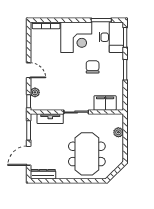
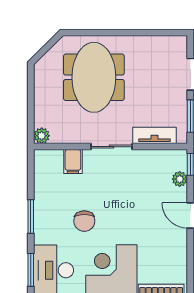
filing cabinet: (105, 103) -> (73, 162), width x0.50
plant: (118, 132) -> (42, 136), moved
dresser: (43, 174) -> (166, 44), removed

